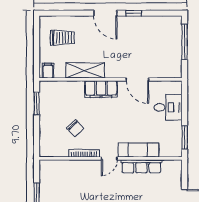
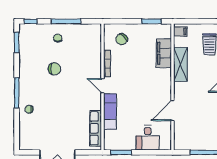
filing cabinet: (101, 89) -> (164, 53), moved
chair: (75, 128) -> (122, 39), moved
row of seats: (141, 166) -> (96, 128), moved

